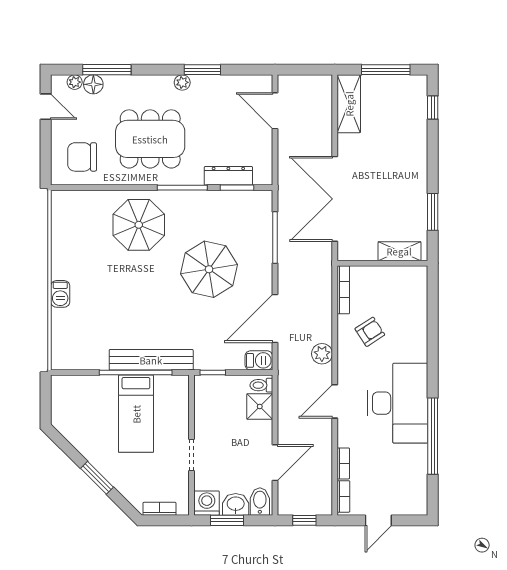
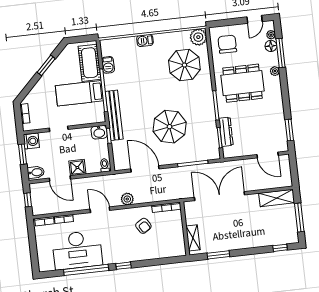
window: (202, 70) -> (289, 130), moved
plant: (182, 82) -> (275, 71), moved
door: (275, 111) -> (268, 155), swing flipped
dining table: (150, 139) -> (243, 83), turned 90
plant: (65, 204) -> (198, 37), added
parasol: (139, 225) -> (184, 65), moved
bench: (151, 360) -> (114, 115), moved
barbecue: (259, 360) -> (108, 65), moved
window: (433, 373) -> (123, 266), added
cot: (87, 391) -> (90, 63), added
desk: (398, 403) -> (77, 250), moved
shower: (260, 407) -> (77, 168), moved
window: (97, 478) -> (46, 65), moved
washbasin: (236, 504) -> (99, 132), moved, turned 90
door: (378, 520) -> (33, 244), removed

